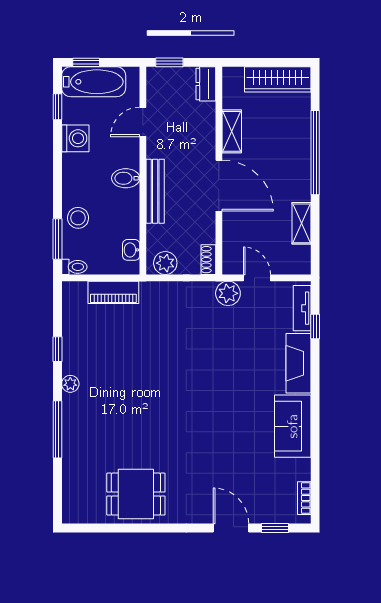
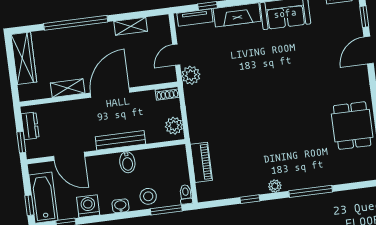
dresser: (206, 84) -> (30, 126), moved, turned -90
door: (143, 122) -> (69, 156), width x1.38
bidet: (126, 178) -> (127, 162), moved
washbasin: (131, 250) -> (120, 206), moved, turned 180

